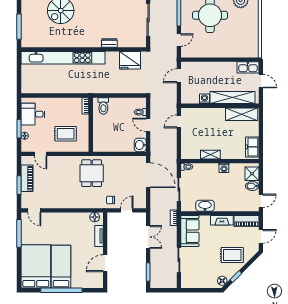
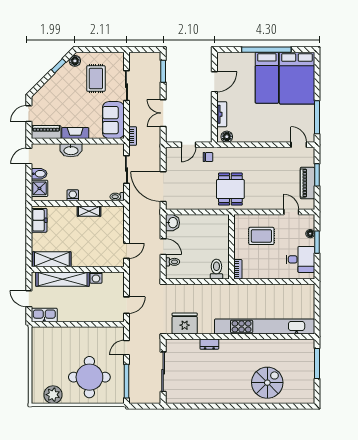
washbasin: (205, 206) -> (71, 150), moved
rug: (232, 255) -> (96, 79), moved, turned 90

